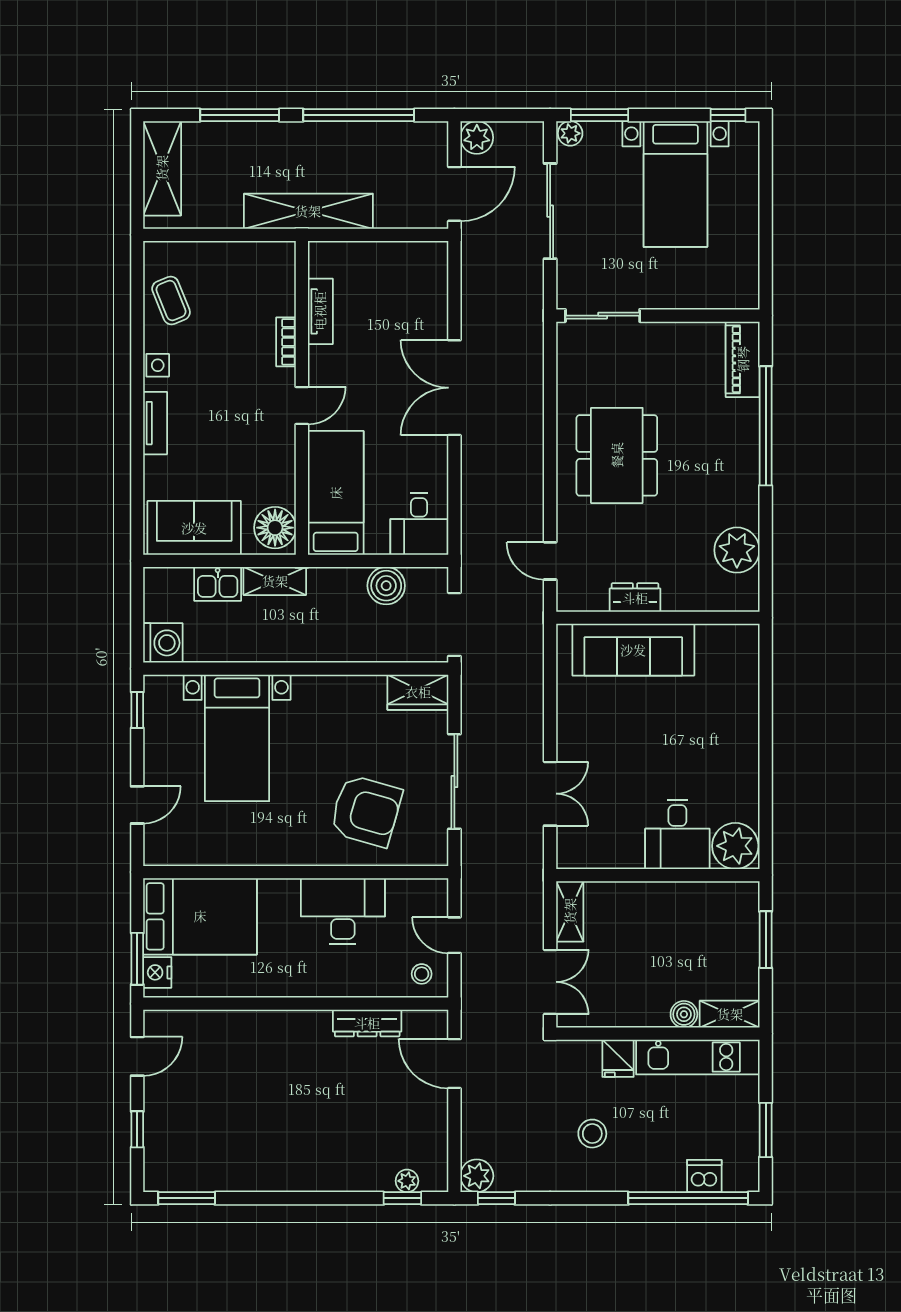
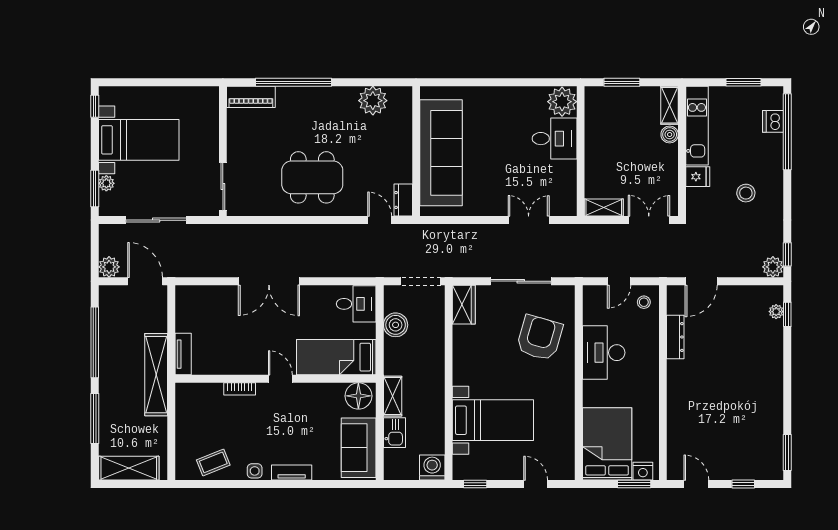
plant: (570, 133) -> (106, 183), moved
tv unit: (320, 311) -> (183, 354), moved, turned 90
door: (550, 561) -> (380, 220), swing flipped
dresser: (635, 598) -> (403, 200), moved
sofa: (633, 650) -> (441, 153), width x1.36, depth x1.27

